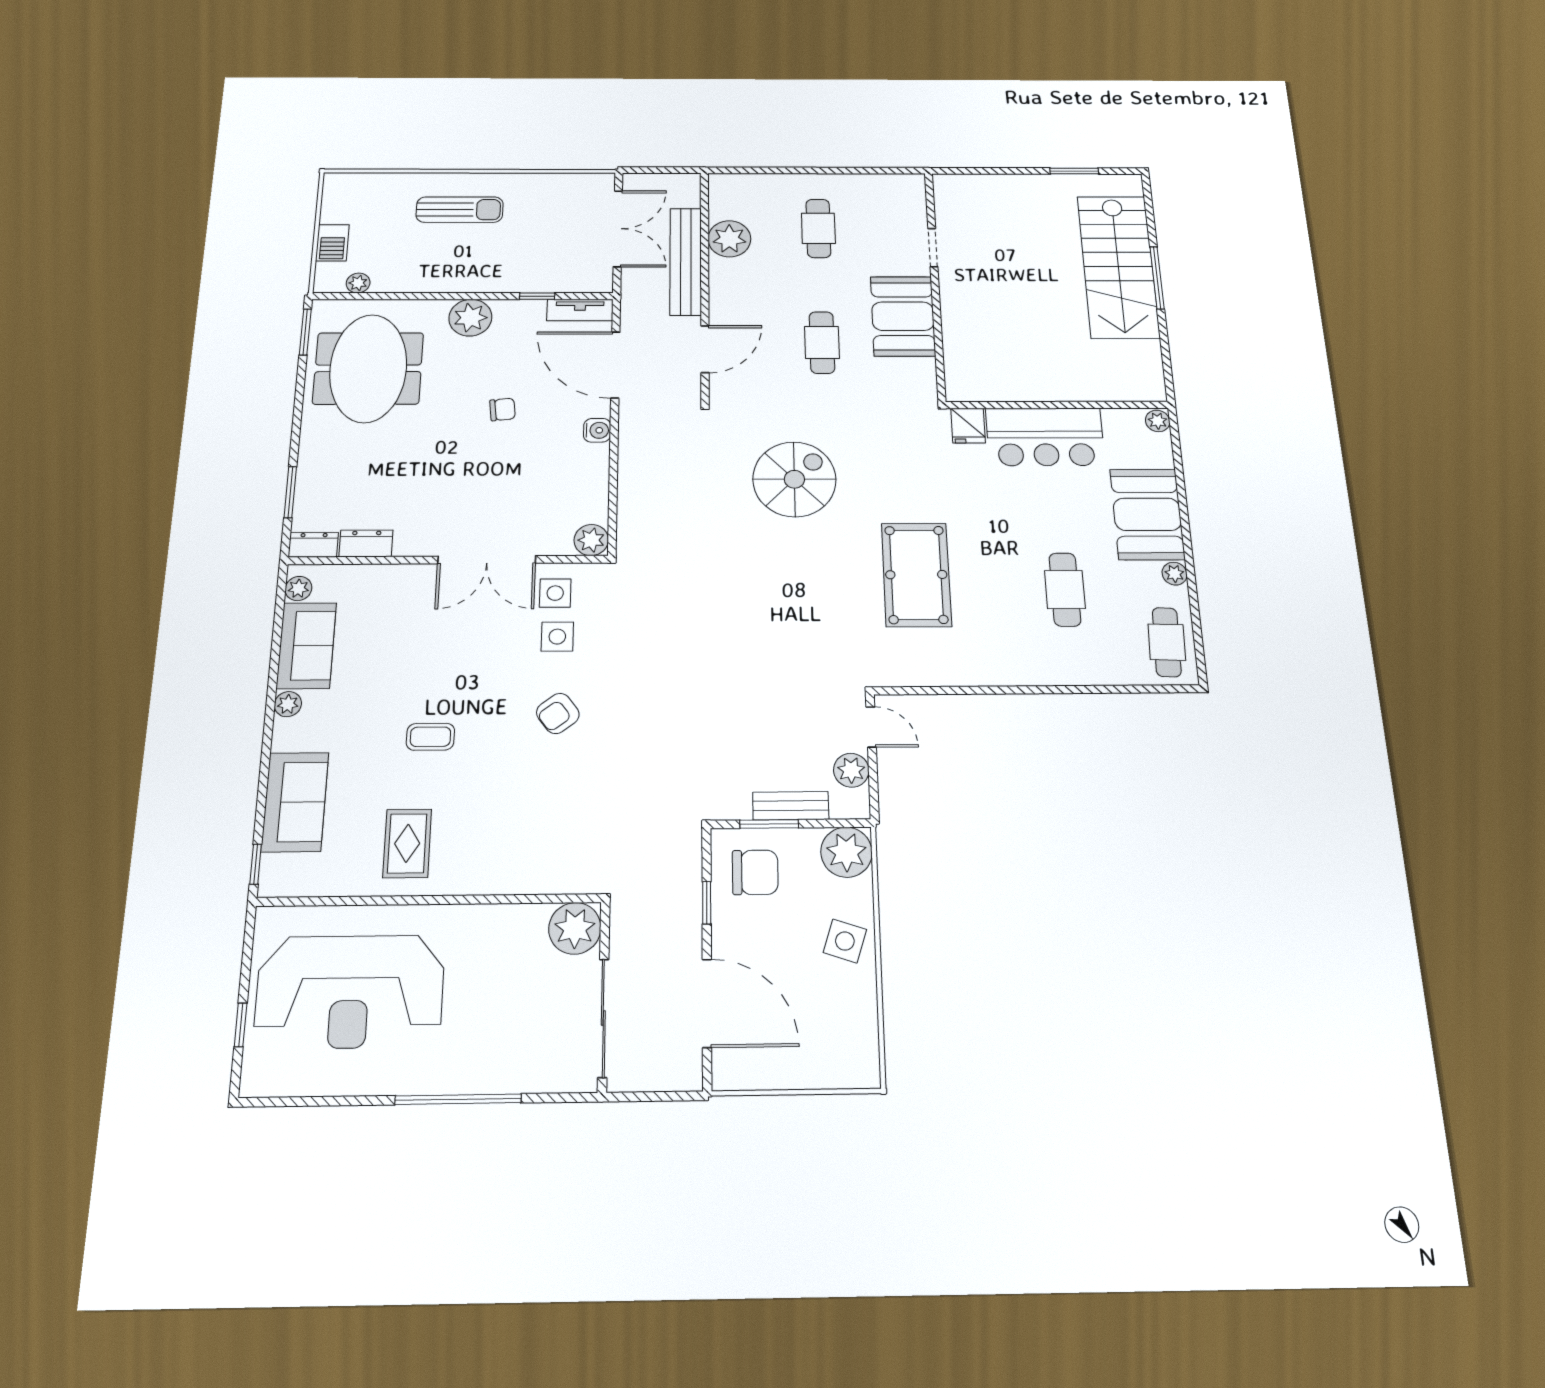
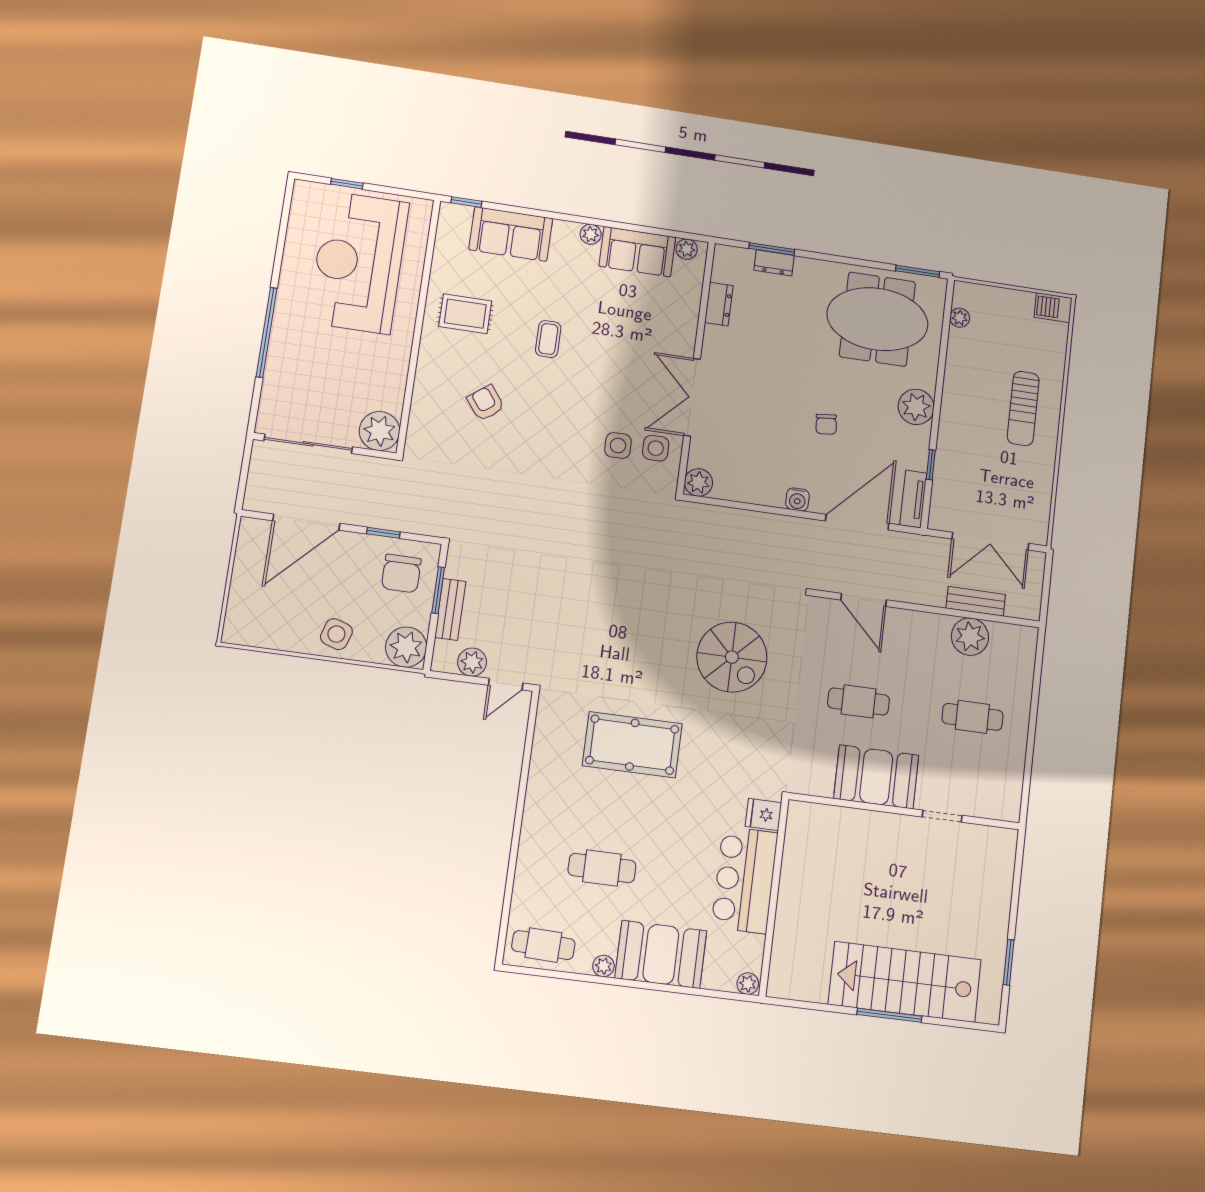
barbecue: (332, 243) -> (1053, 308), moved
bench: (686, 261) -> (976, 601), width x0.54, depth x0.82
dresser: (313, 545) -> (774, 263), moved, turned 90
armchair: (558, 713) -> (486, 403), moved

